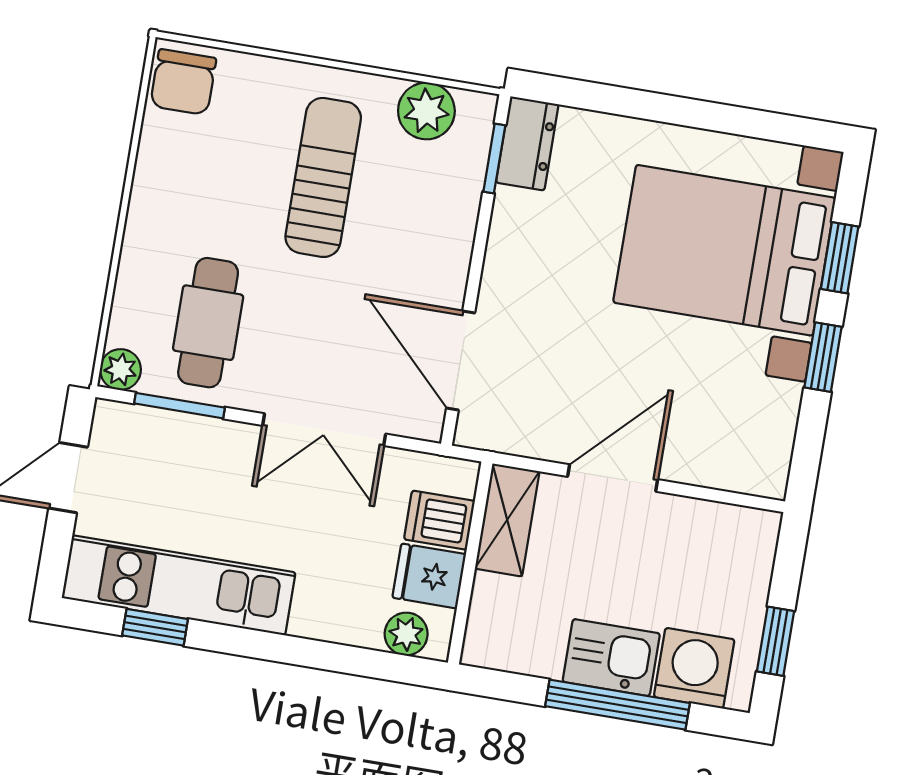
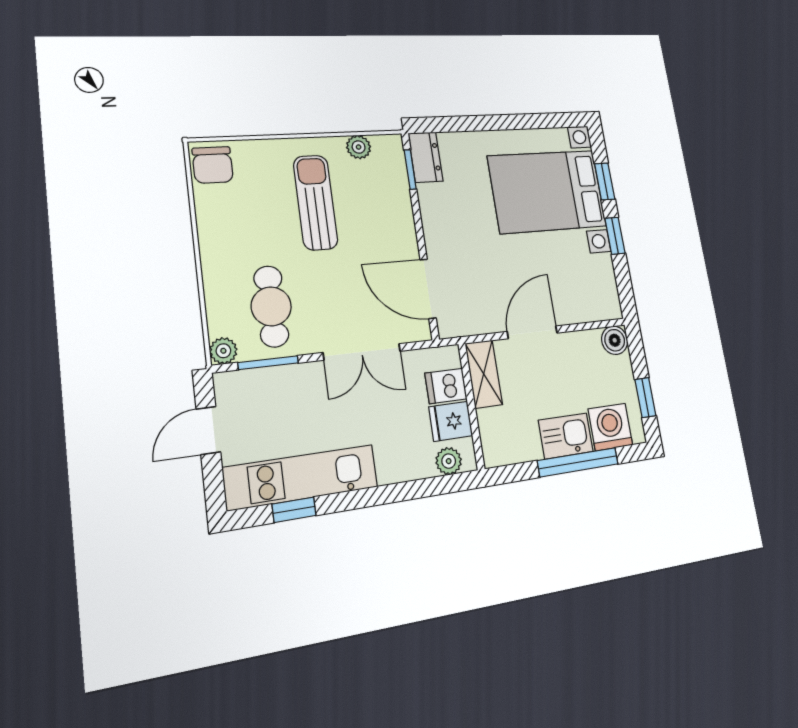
plant: (426, 111) -> (359, 147), width x0.73, depth x0.73
boiler: (755, 532) -> (615, 340), added

